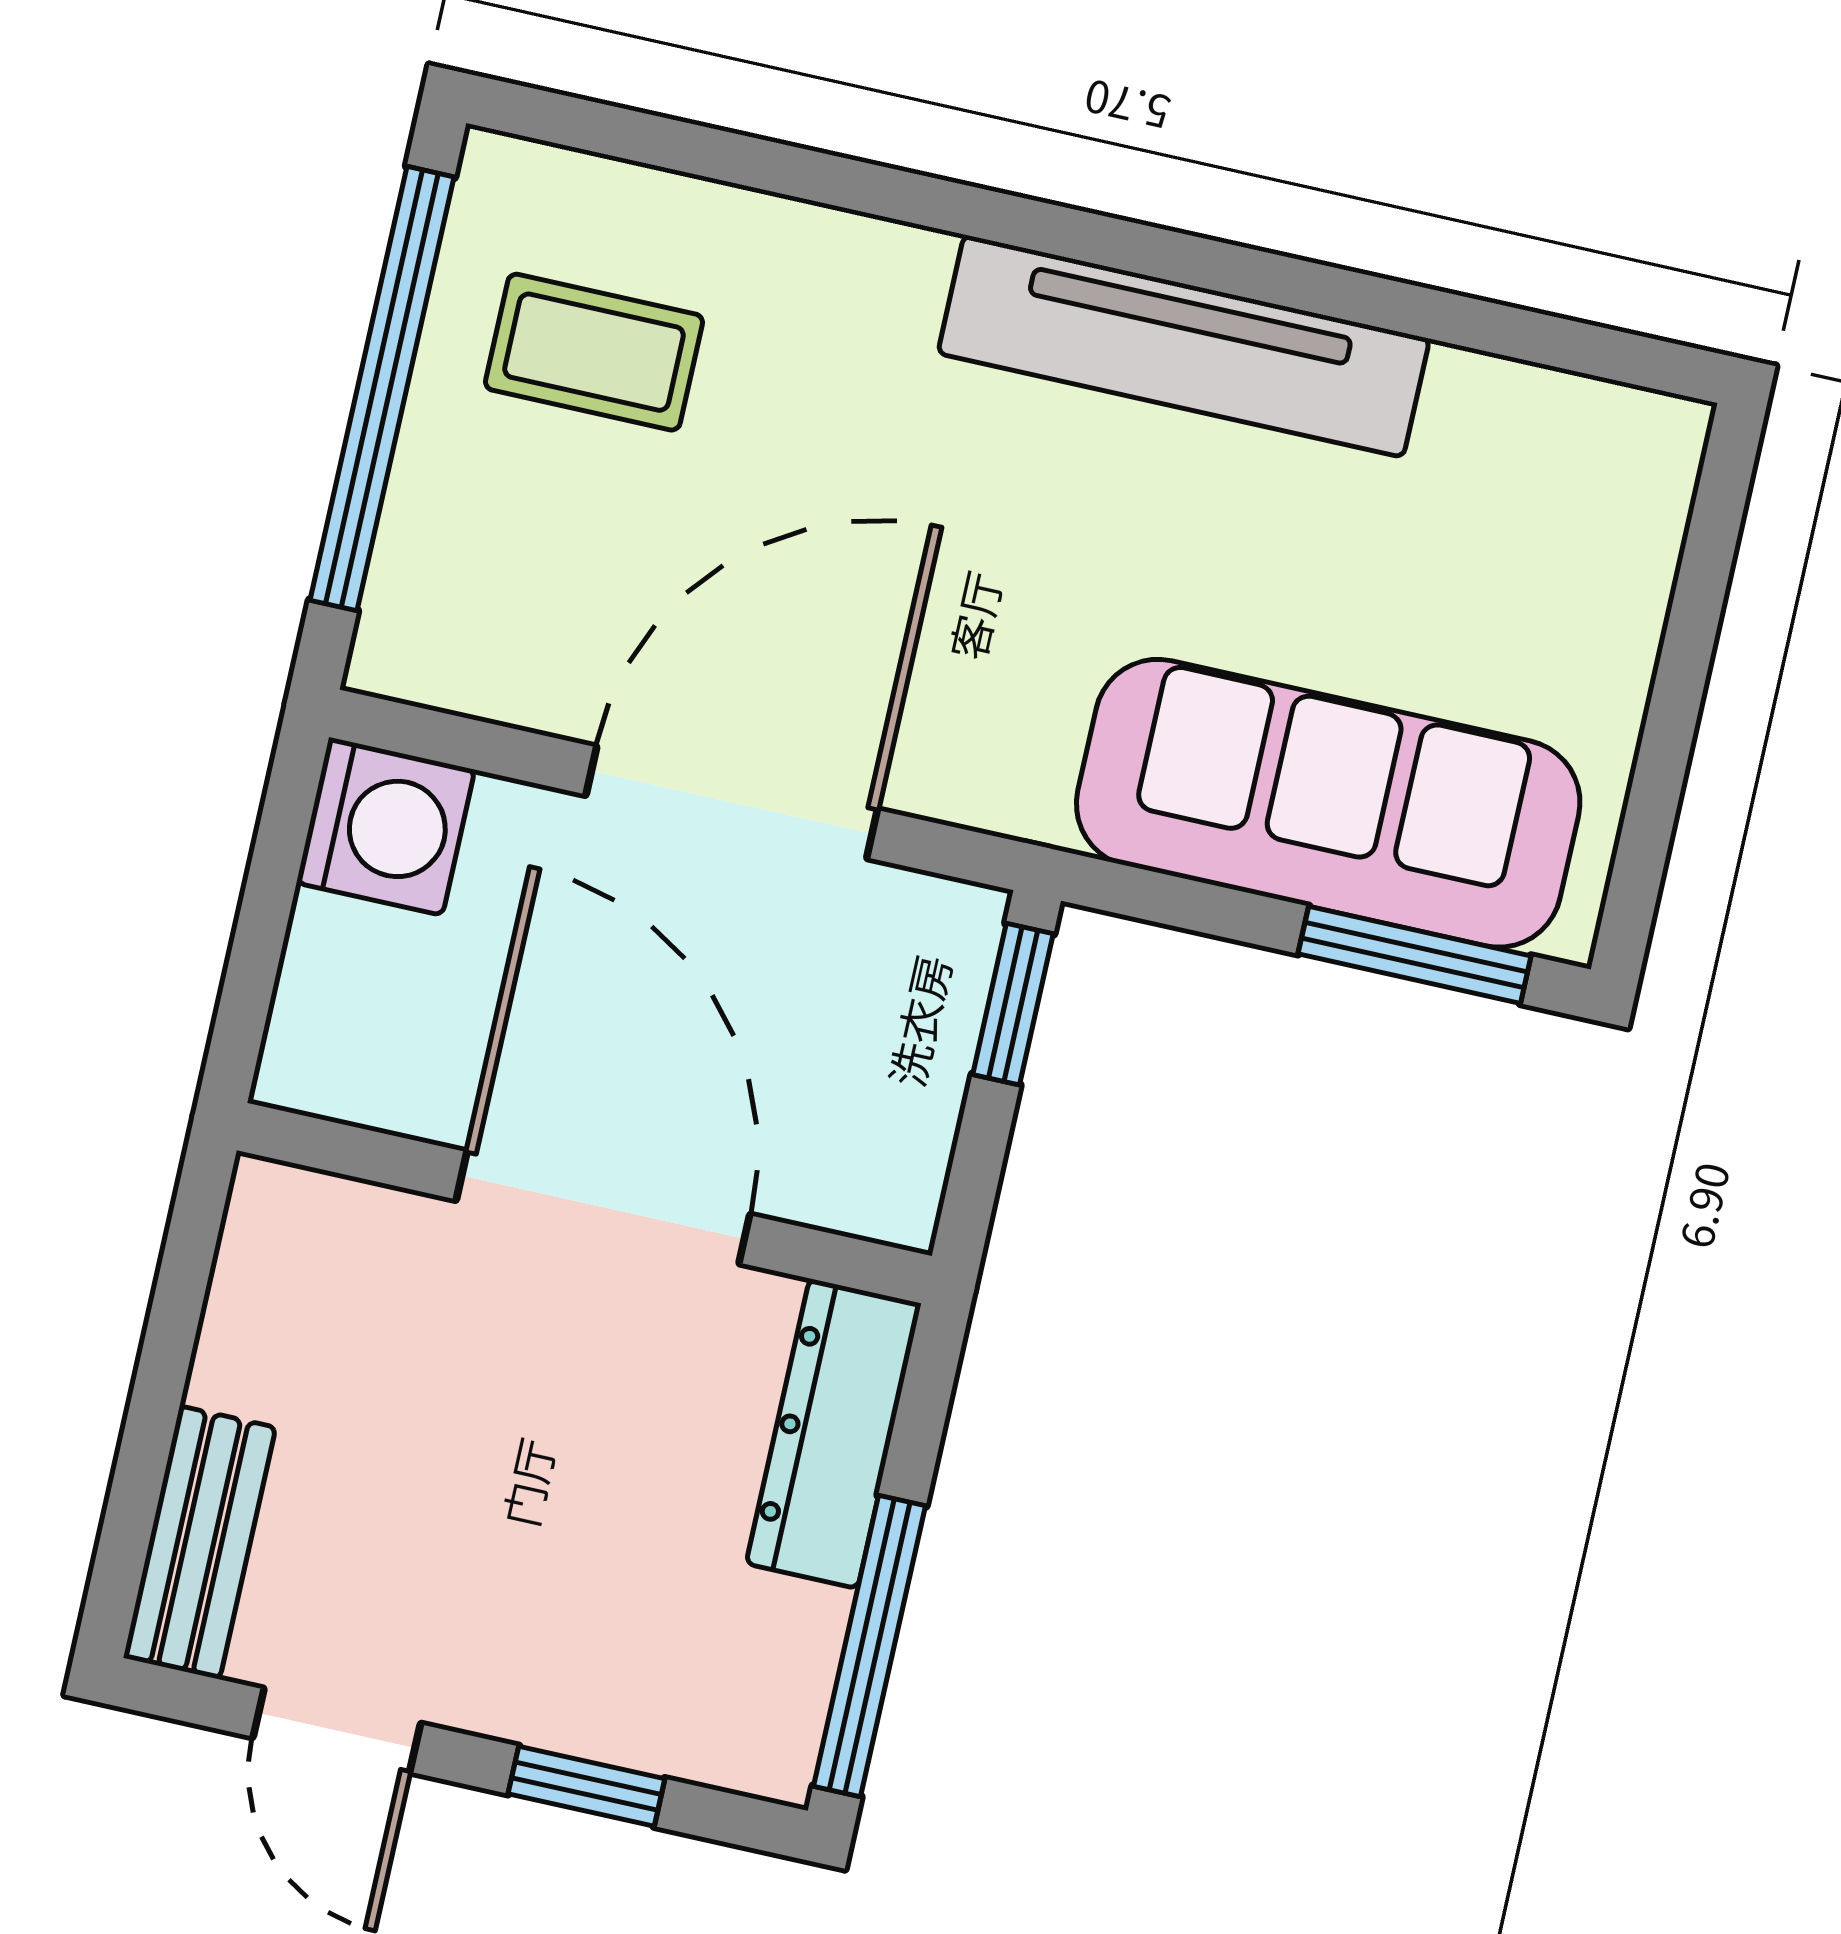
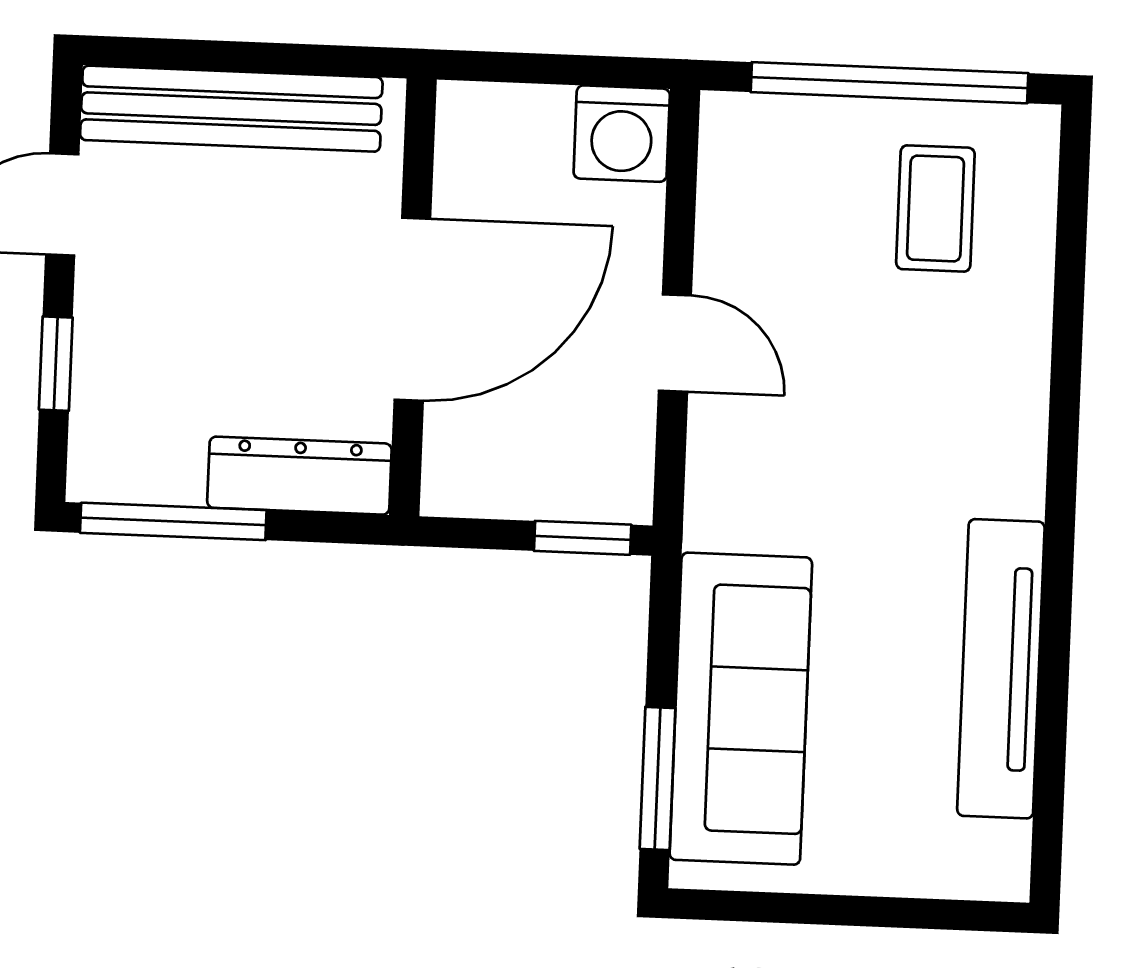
tv unit: (1184, 346) -> (1001, 669), moved
door: (732, 802) -> (675, 343), width x0.53
bench: (199, 1542) -> (231, 109), width x1.86, depth x1.21

